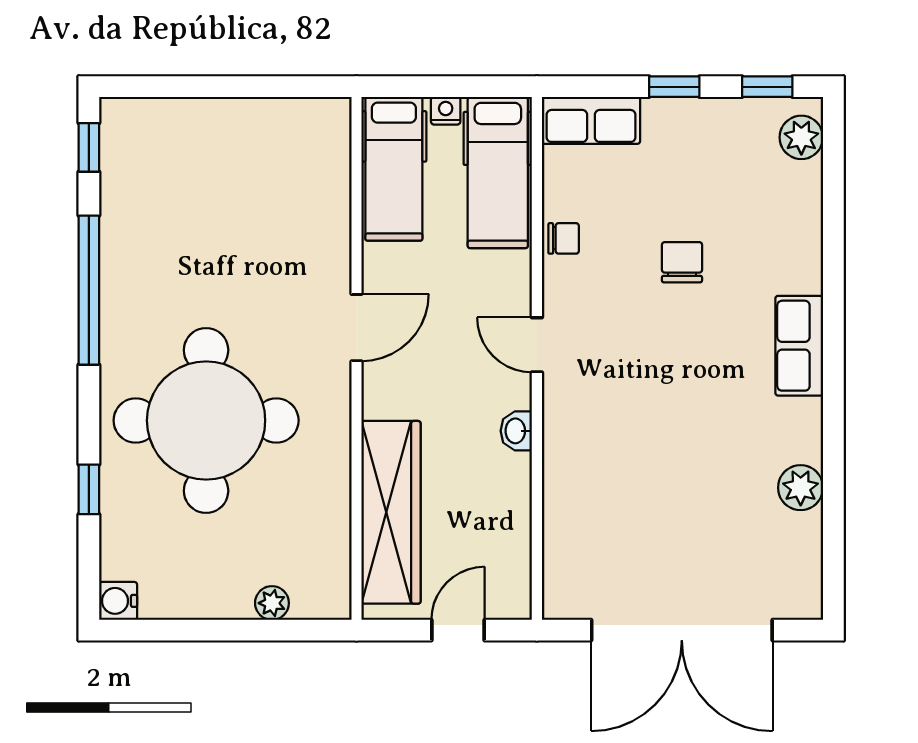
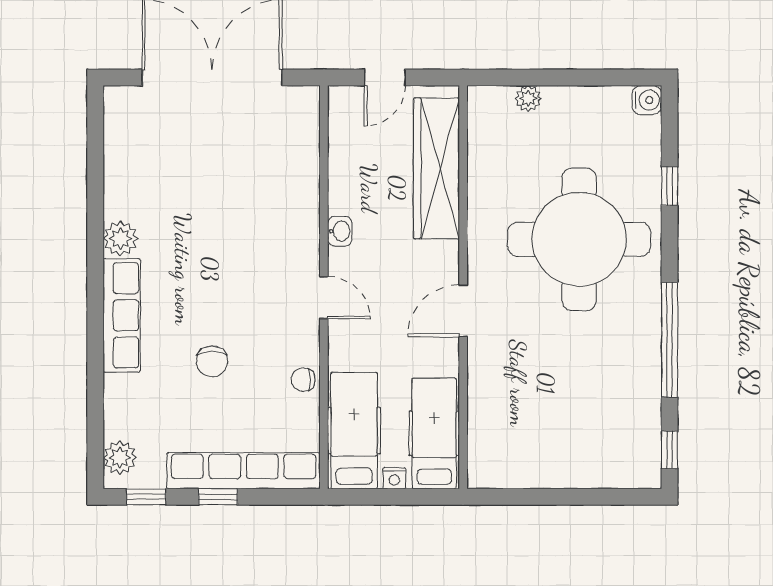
row of seats: (591, 120) -> (244, 471), width x2.02
row of seats: (799, 346) -> (122, 315), width x1.48
plant: (801, 488) -> (121, 239), moved

